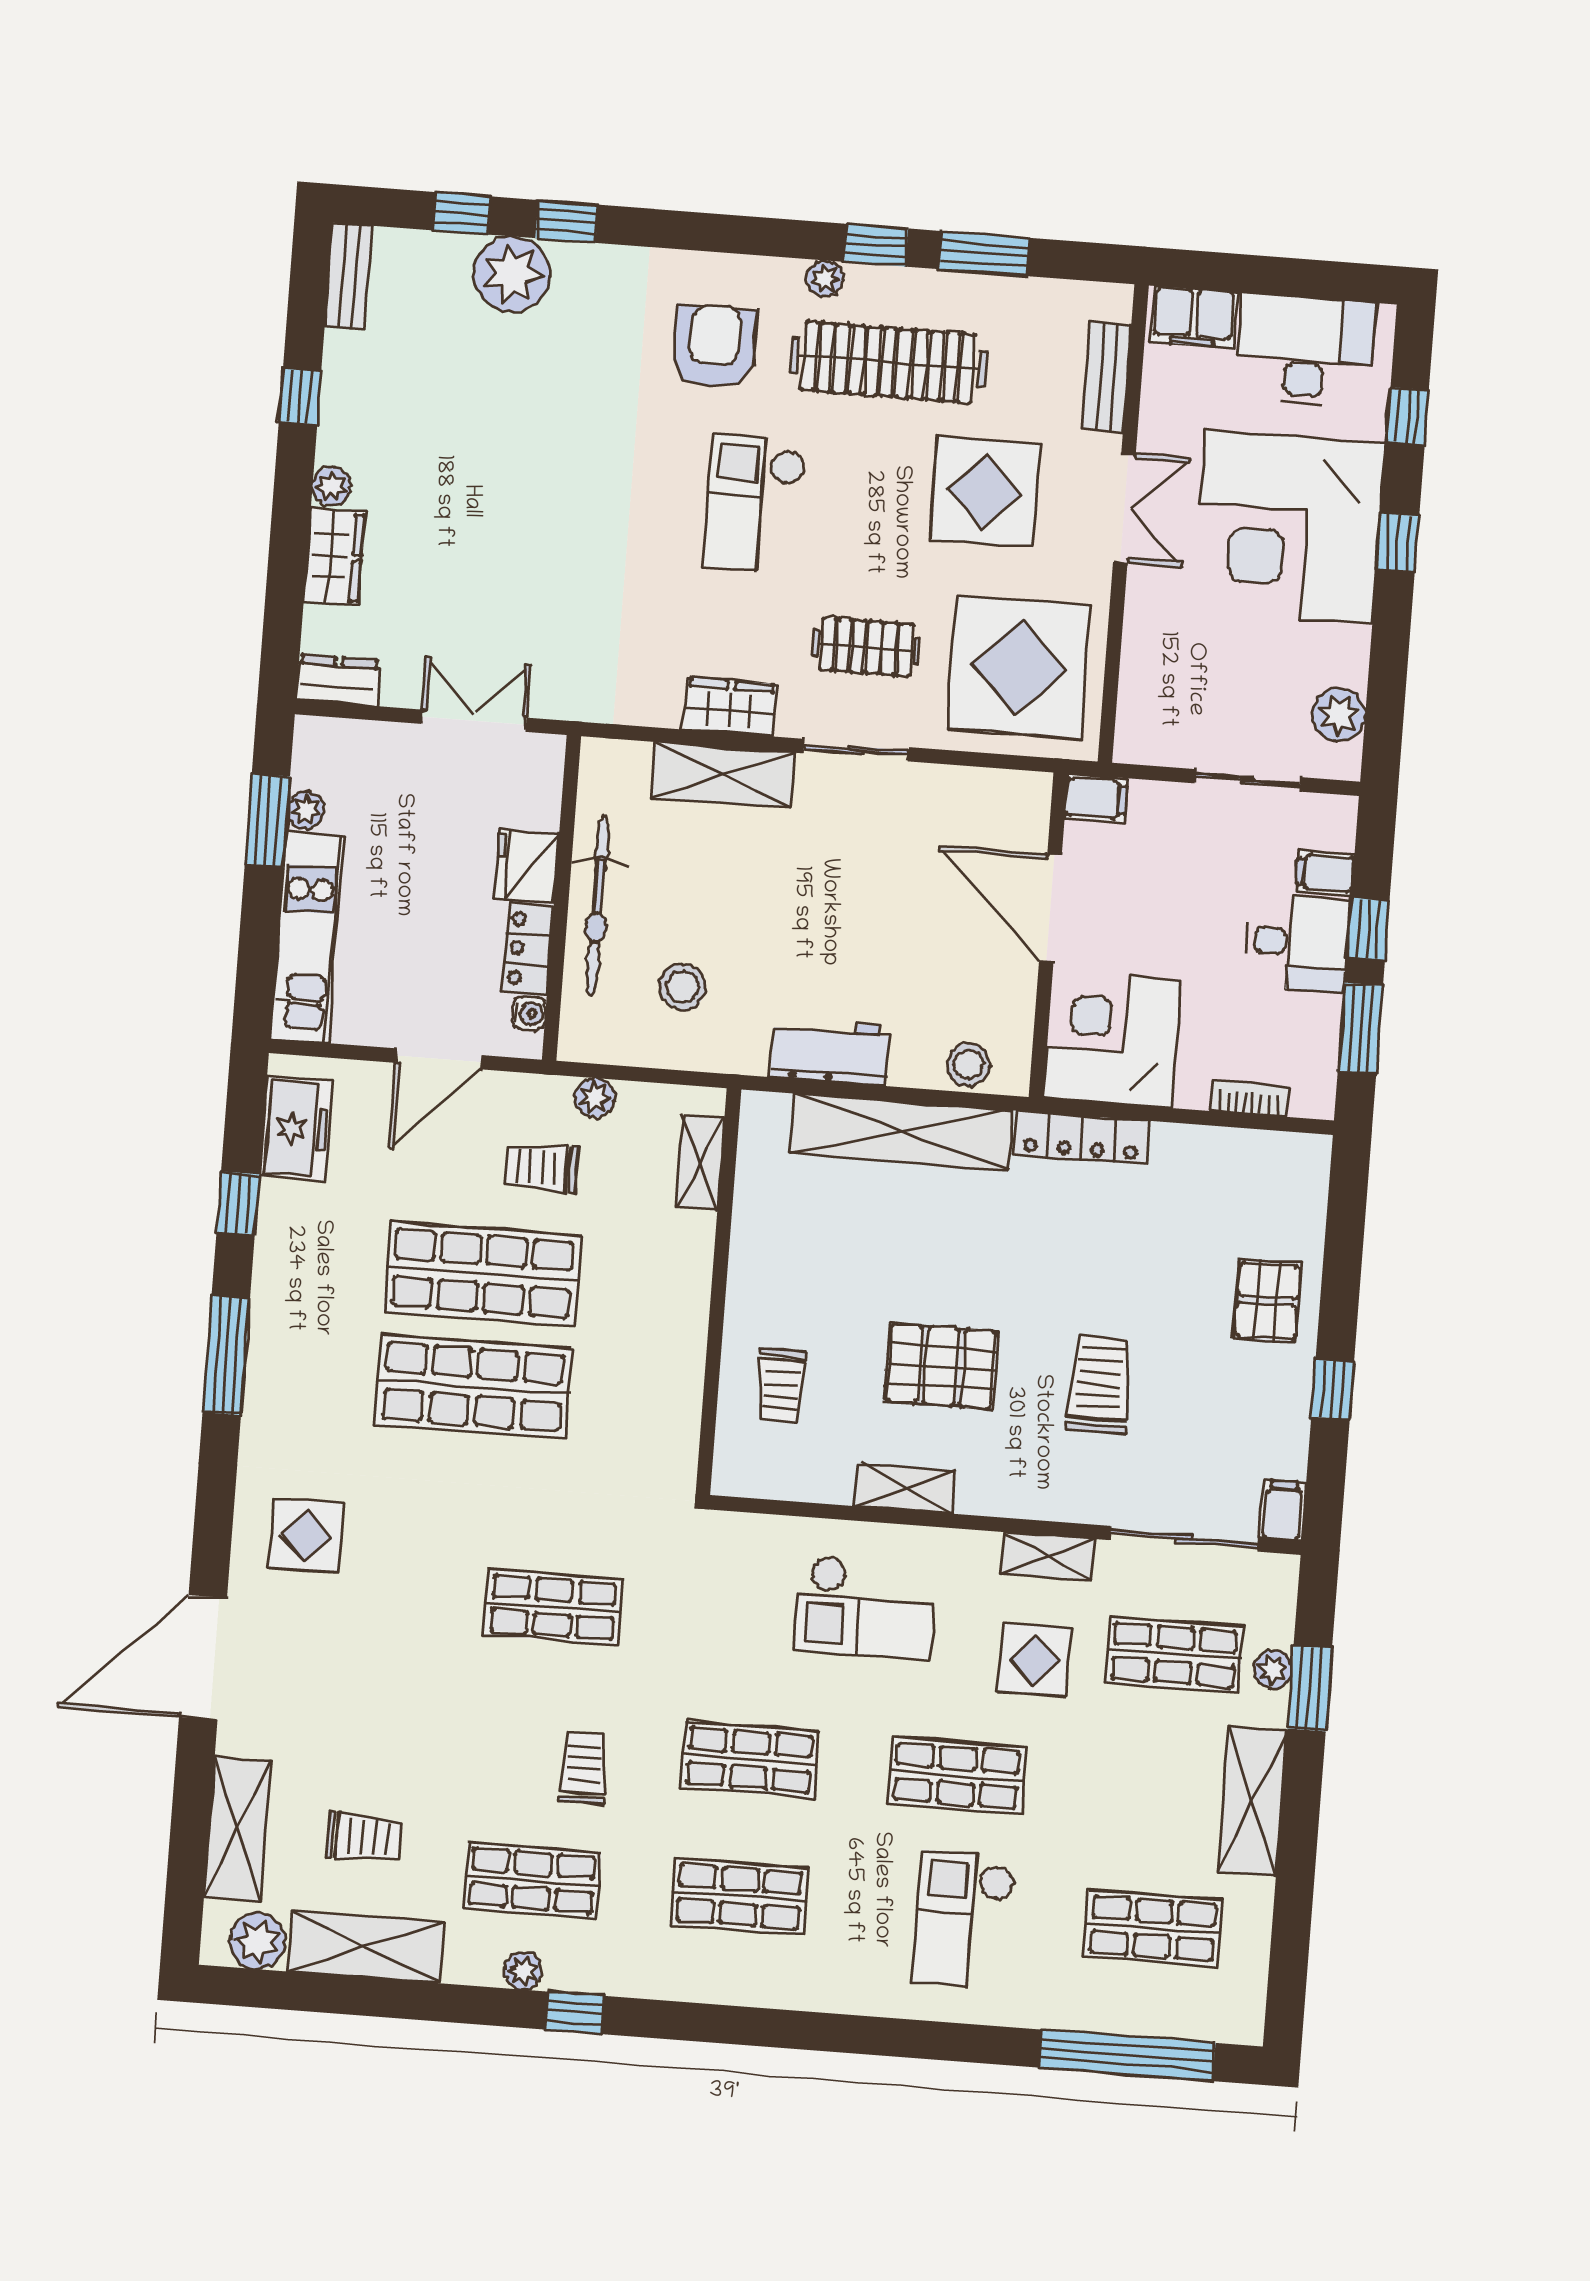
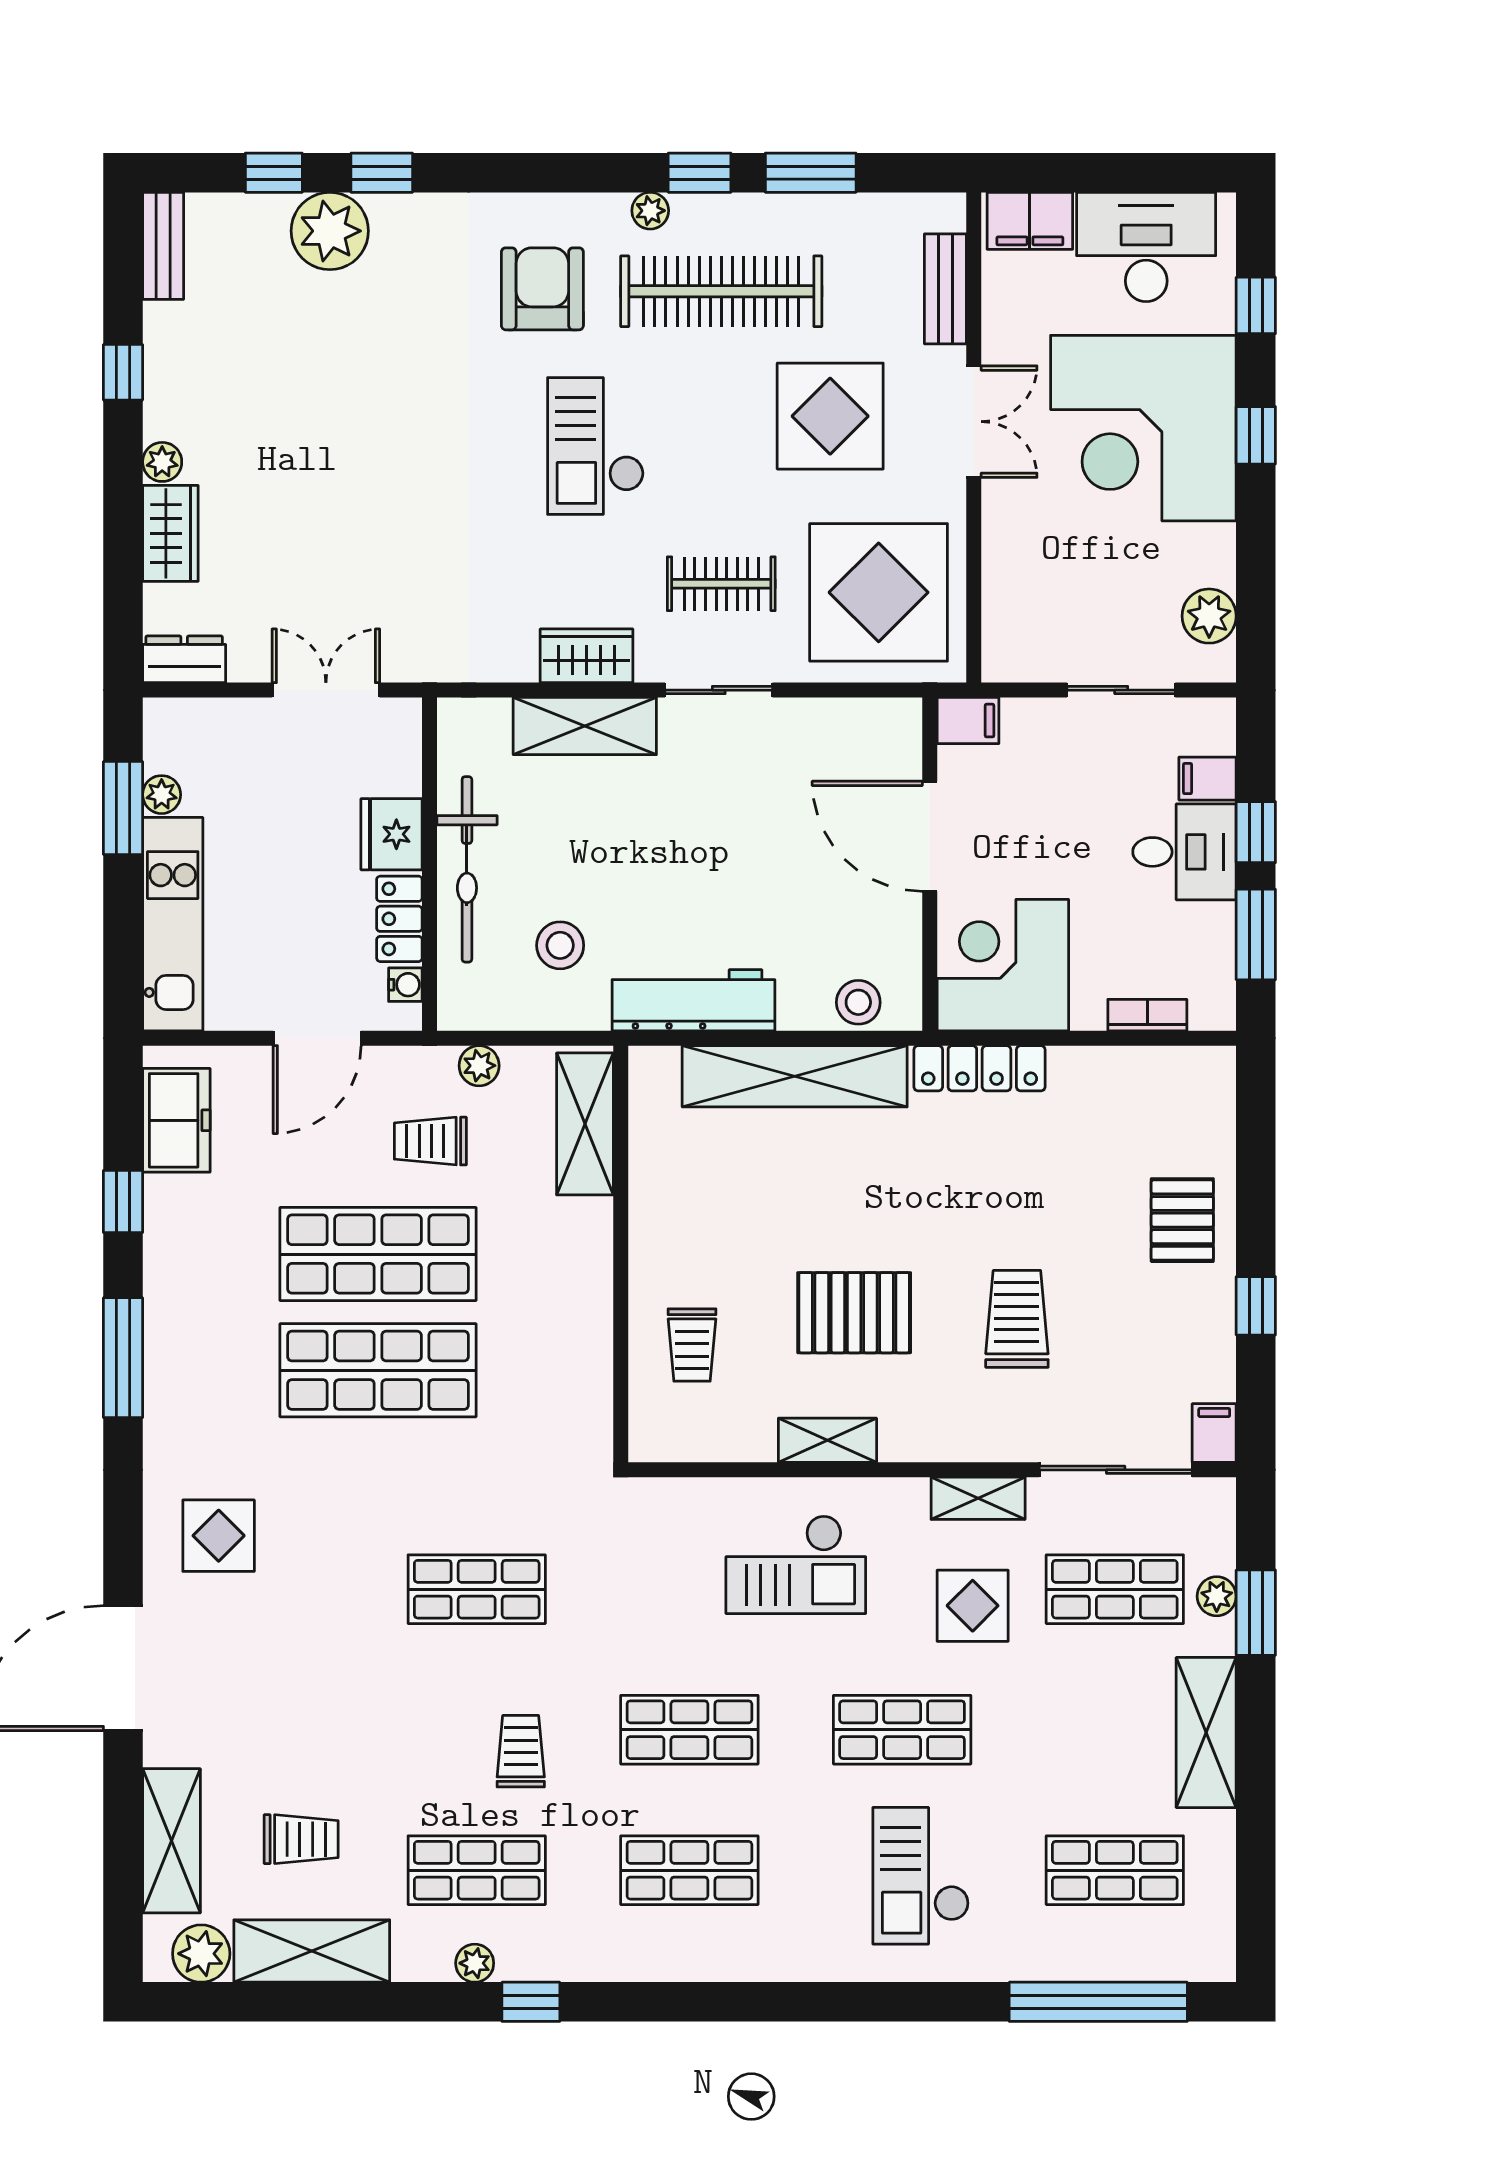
workbench: (830, 1052) -> (693, 1000), width x1.38
shelving: (700, 1163) -> (585, 1124), width x1.50, depth x1.33

